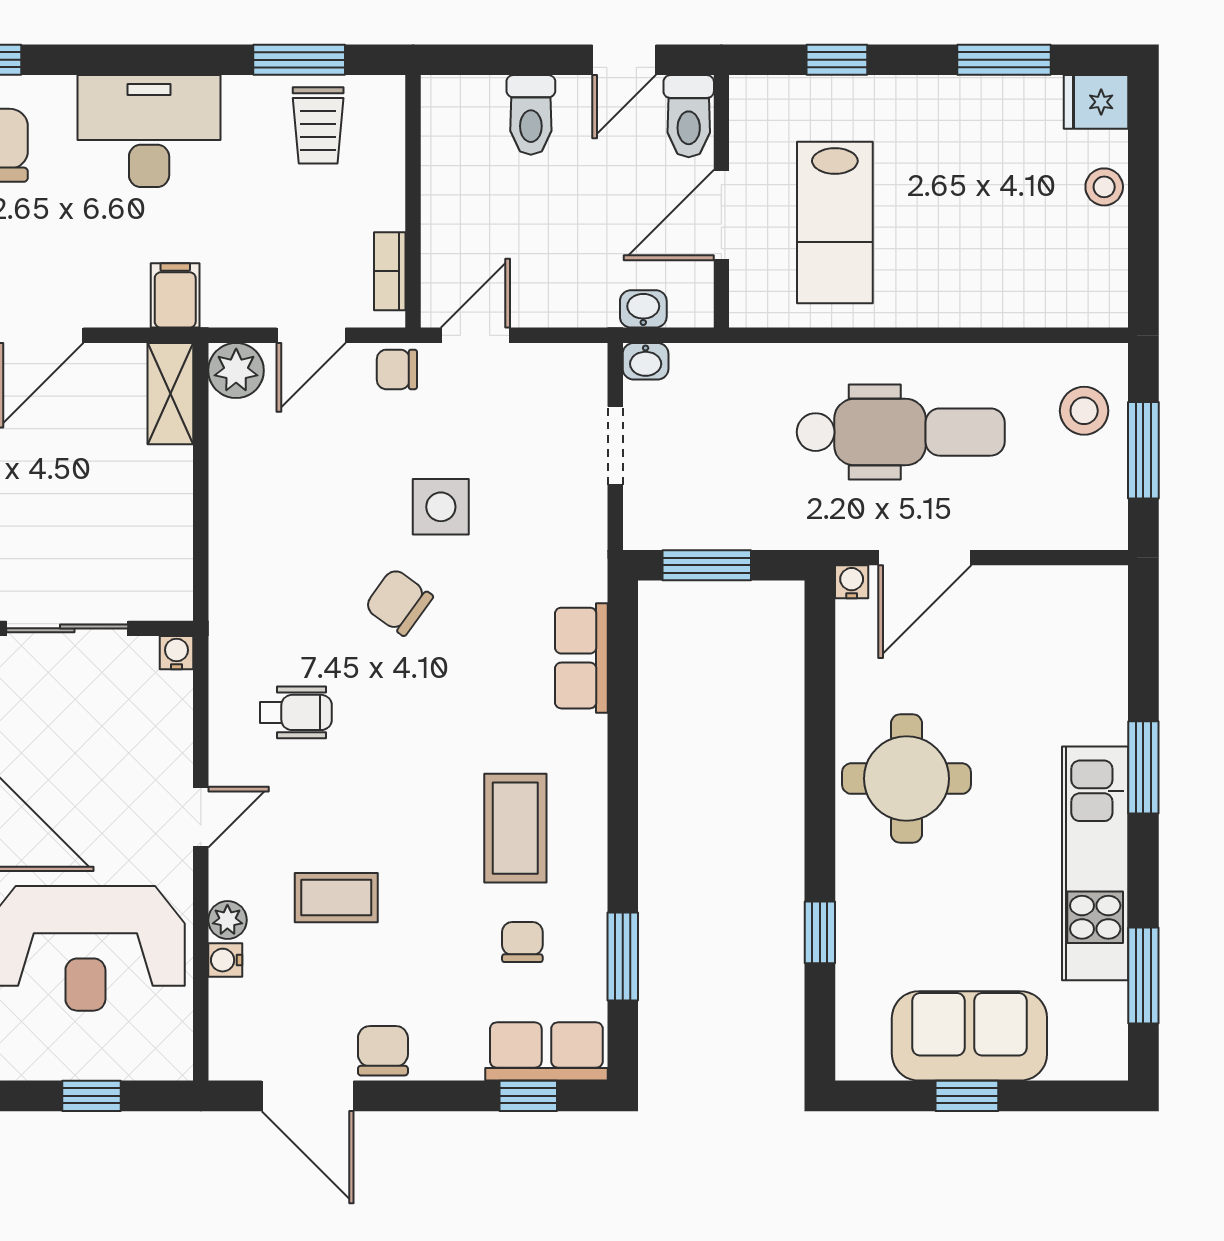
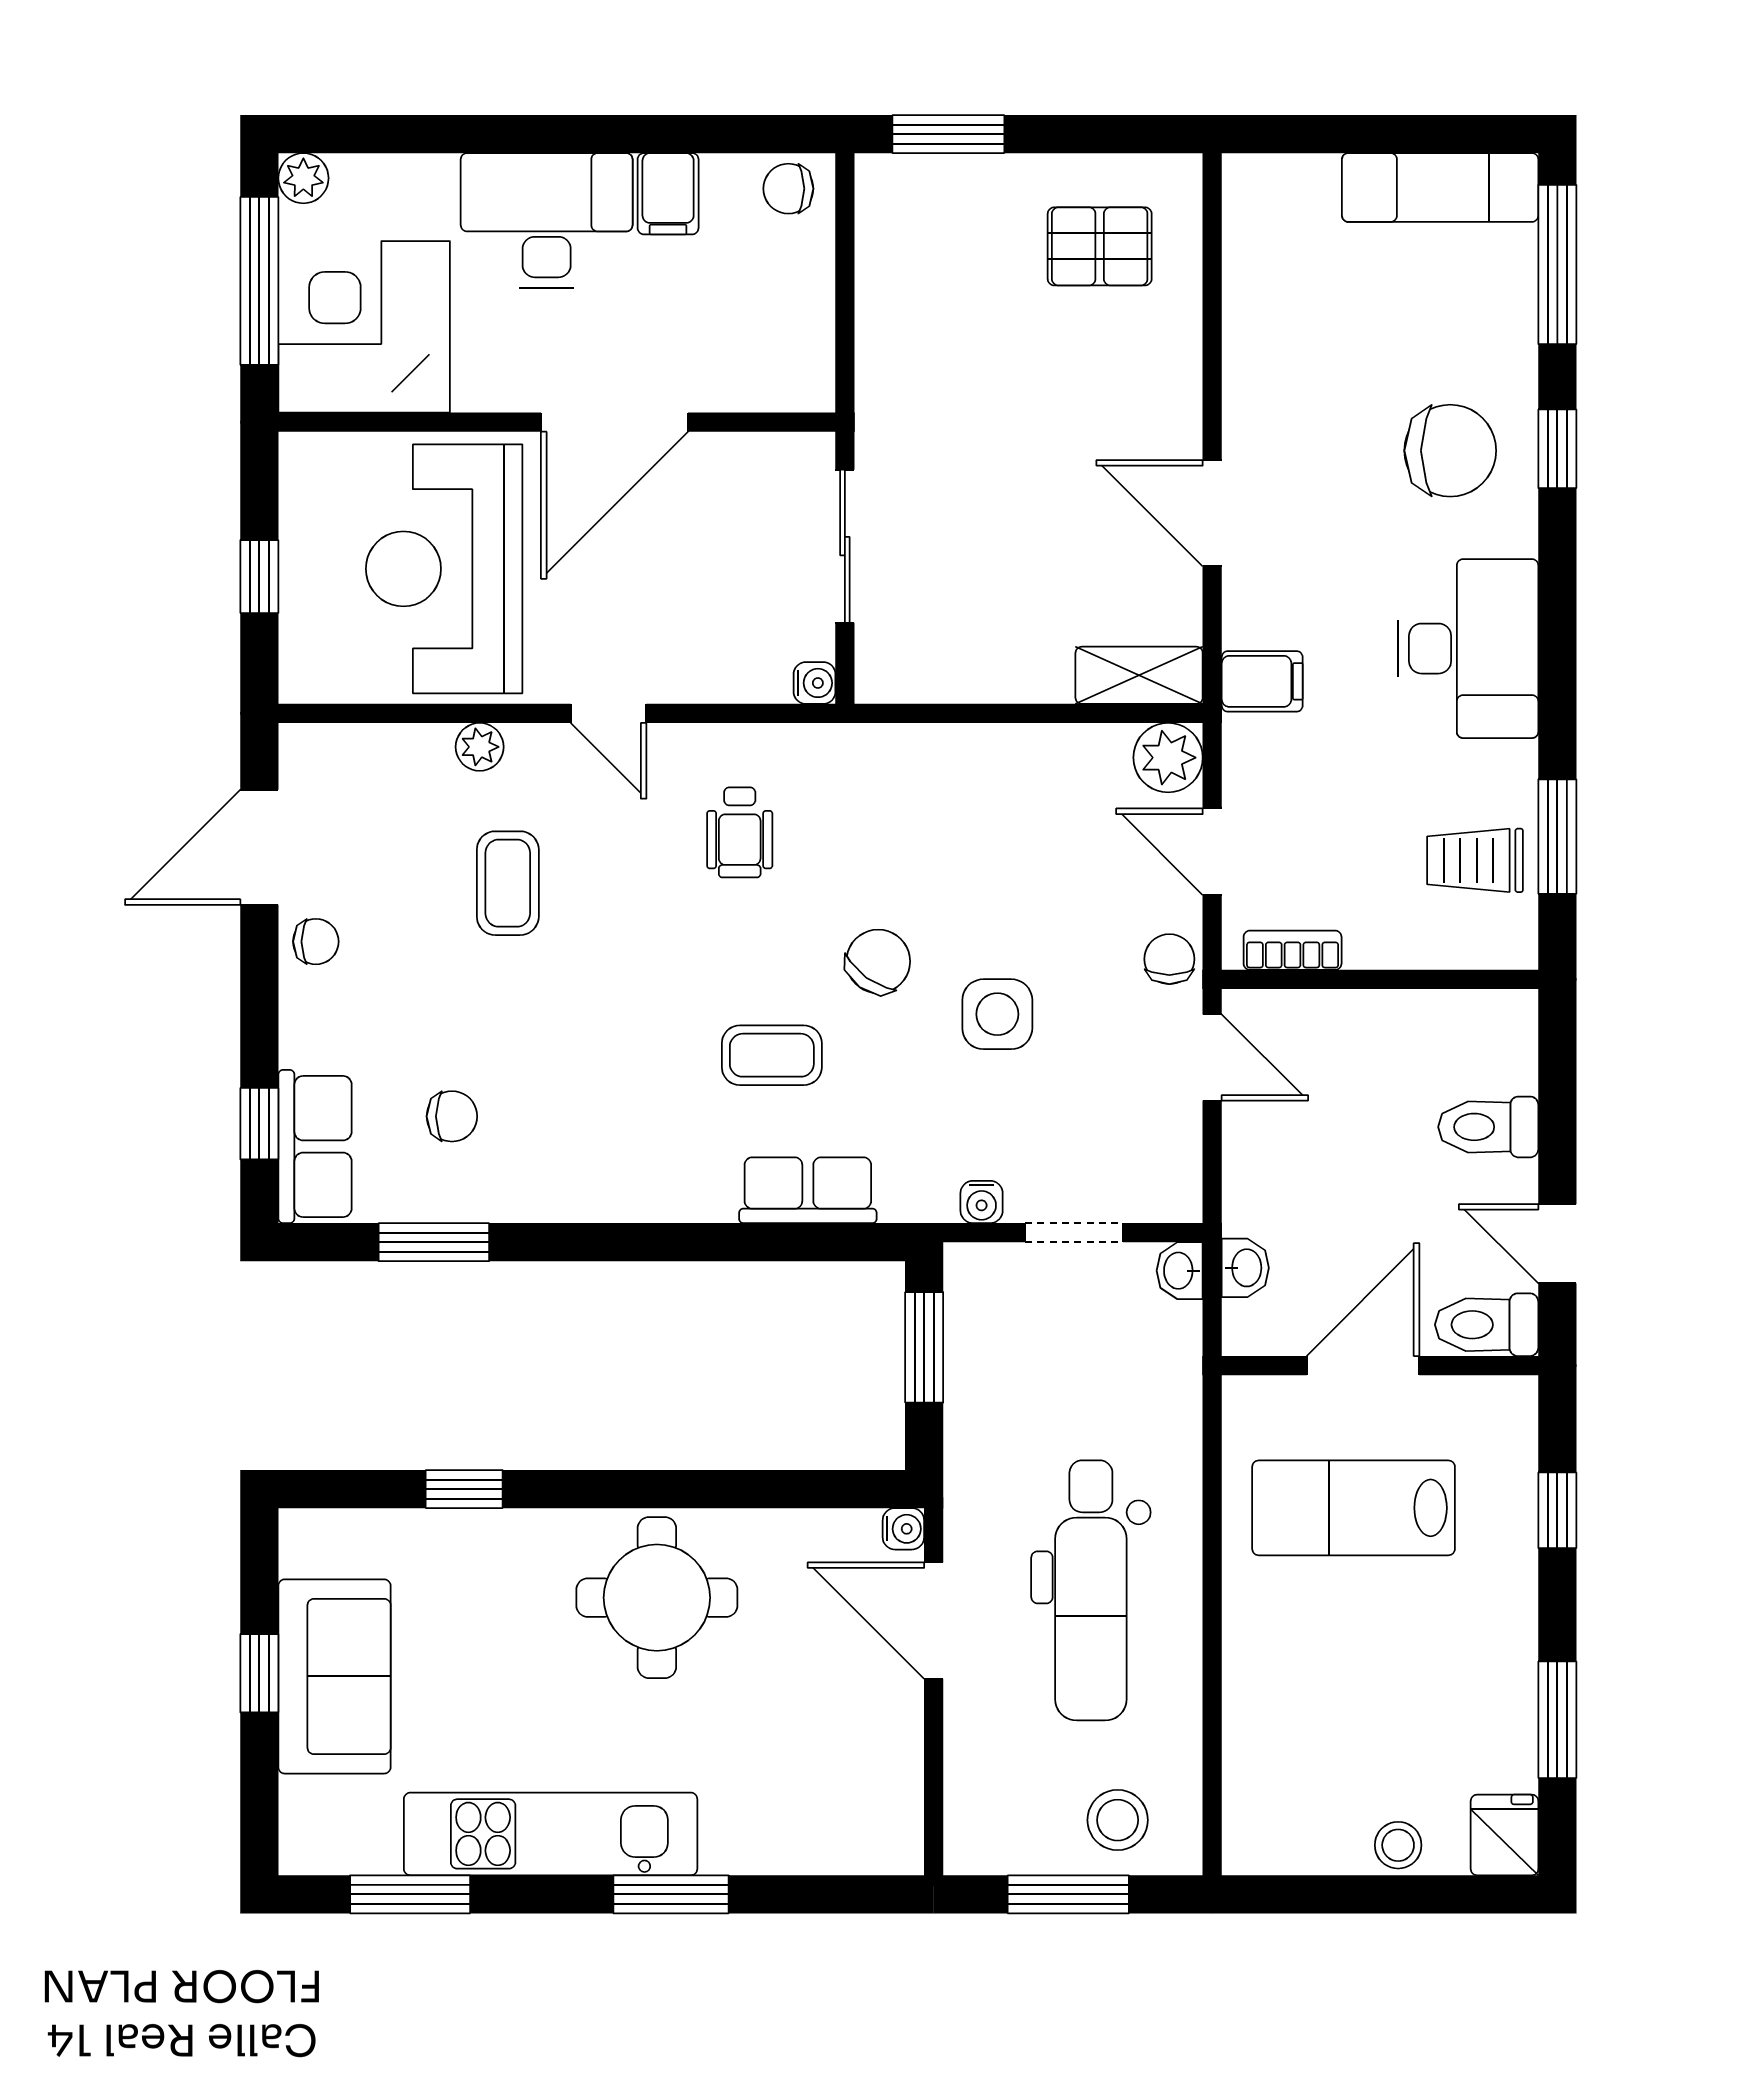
door: (721, 215) -> (1363, 1366), hinge flipped
coffee table: (515, 828) -> (772, 1055), moved, width x0.73, depth x0.77
water cooler: (225, 960) -> (982, 1202), moved, turned 180
chair: (383, 1051) -> (316, 942), width x0.73, depth x0.73

